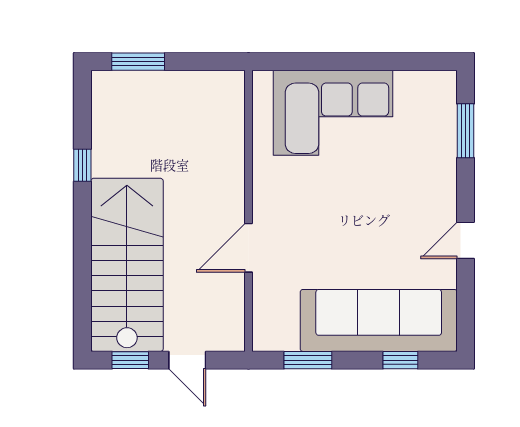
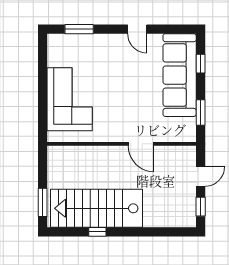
stairs: (127, 265) -> (97, 208), moved

